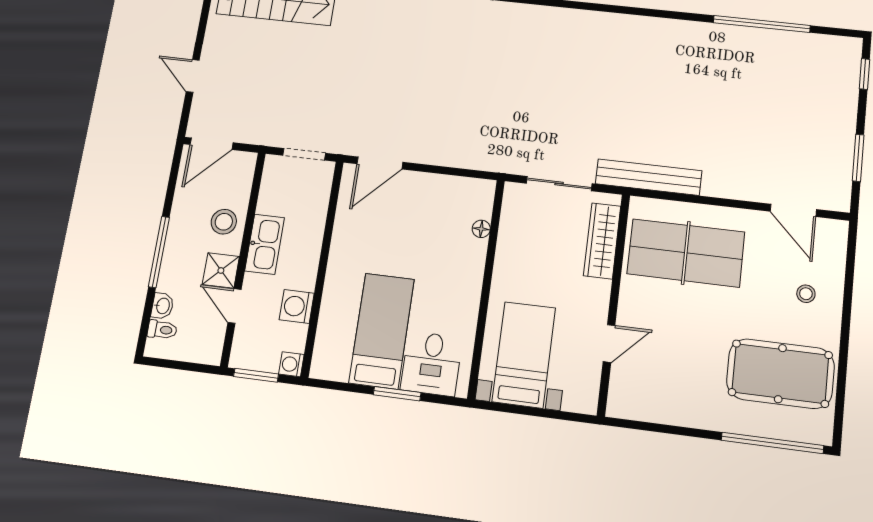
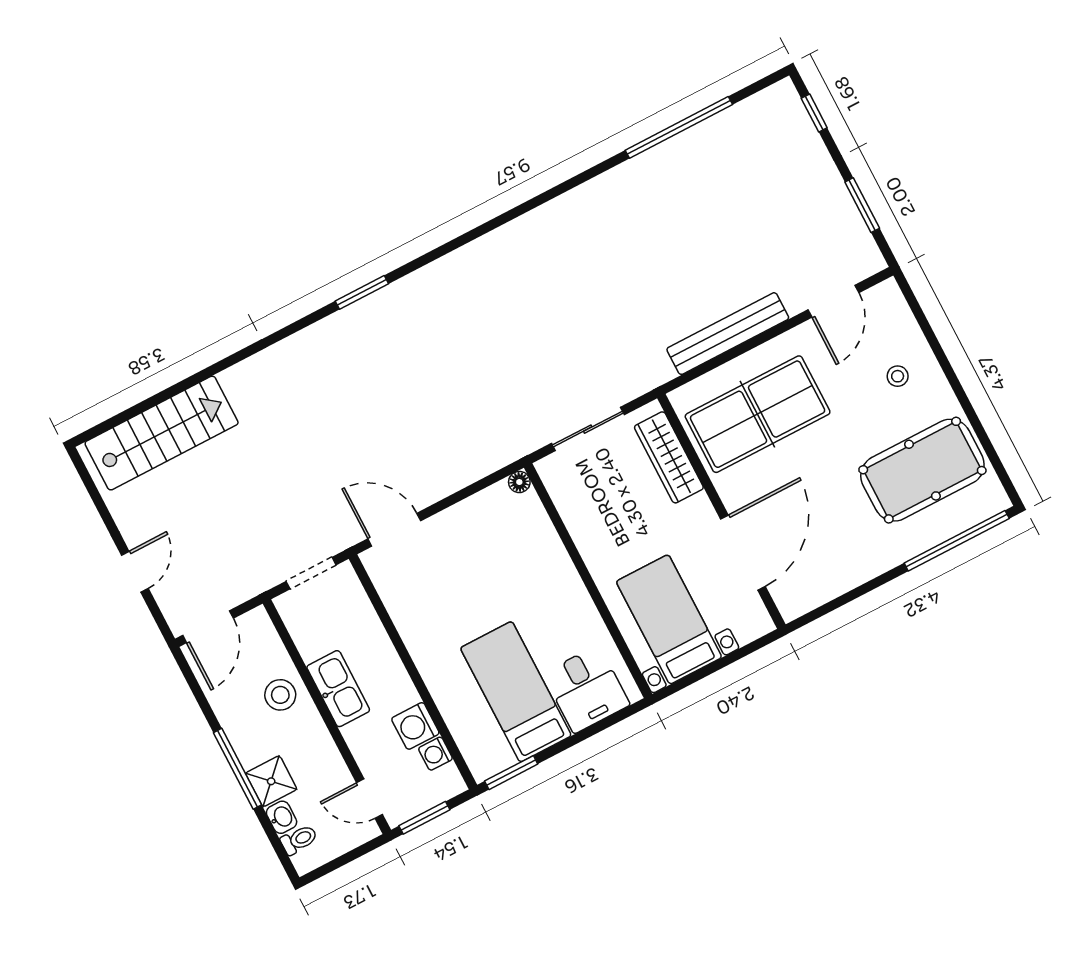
door: (193, 76) -> (135, 572), swing flipped
door: (380, 163) -> (394, 530), swing flipped
bench: (649, 177) -> (728, 334), moved
door: (793, 210) -> (833, 301), hinge flipped
floor lamp: (481, 229) -> (519, 482), moved
shower: (221, 270) -> (271, 781), moved
door: (235, 306) -> (370, 799), moved
door: (609, 343) -> (743, 553), width x1.87
washing machine: (291, 364) -> (435, 754), moved
window: (397, 394) -> (511, 773), moved

